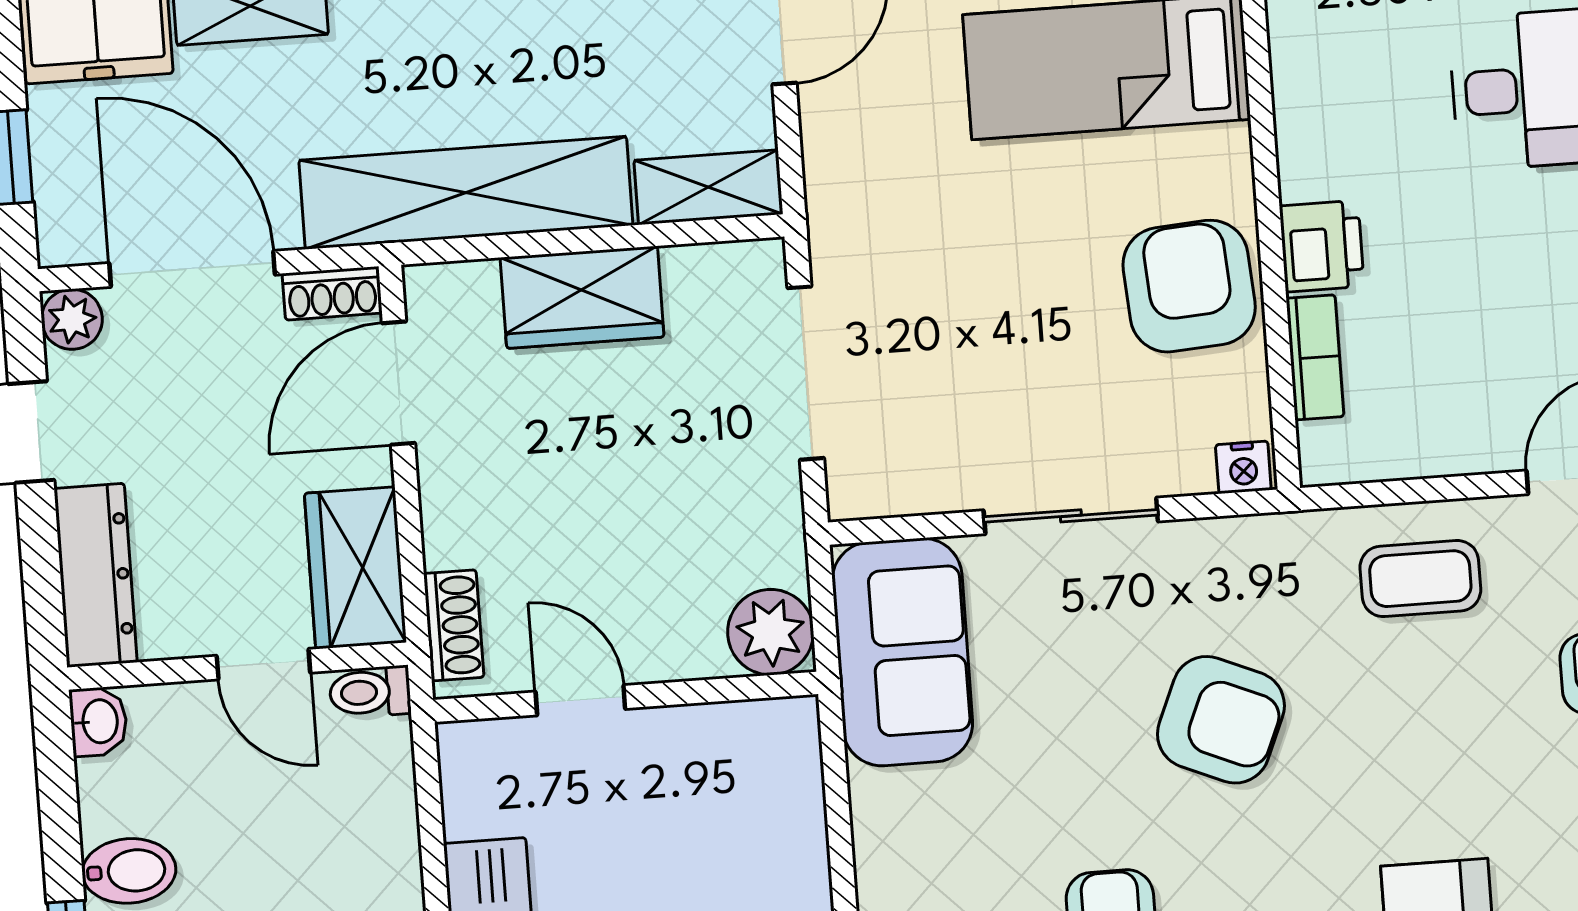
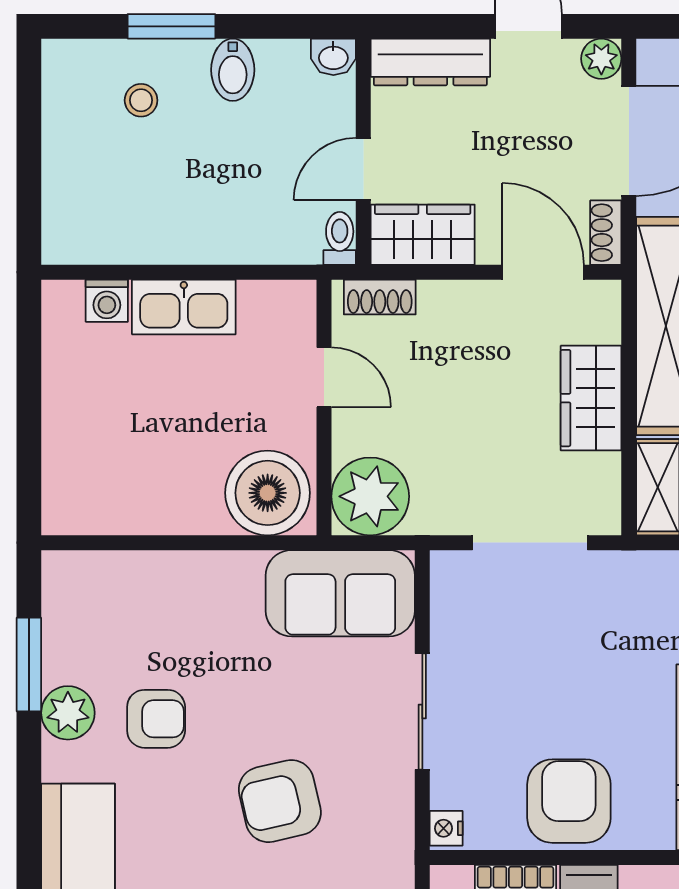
armchair: (1189, 286) -> (569, 801), turned -86
plant: (771, 632) -> (370, 496), width x1.36, depth x1.36
door: (580, 700) -> (324, 377), hinge flipped
armchair: (1221, 720) -> (280, 801), turned 54
boiler: (760, 772) -> (268, 493), added

